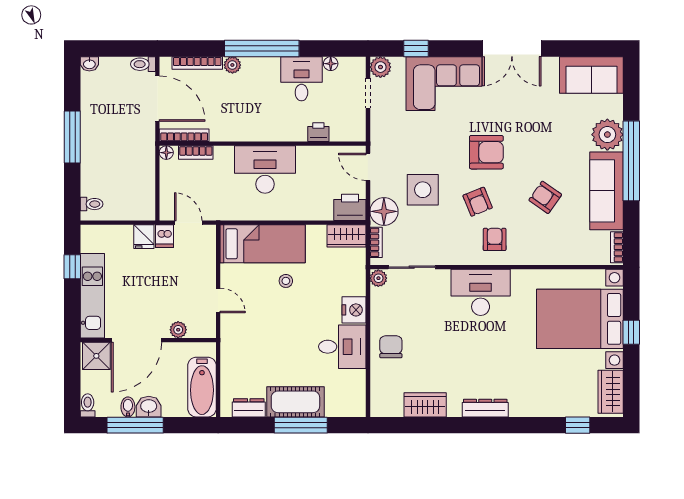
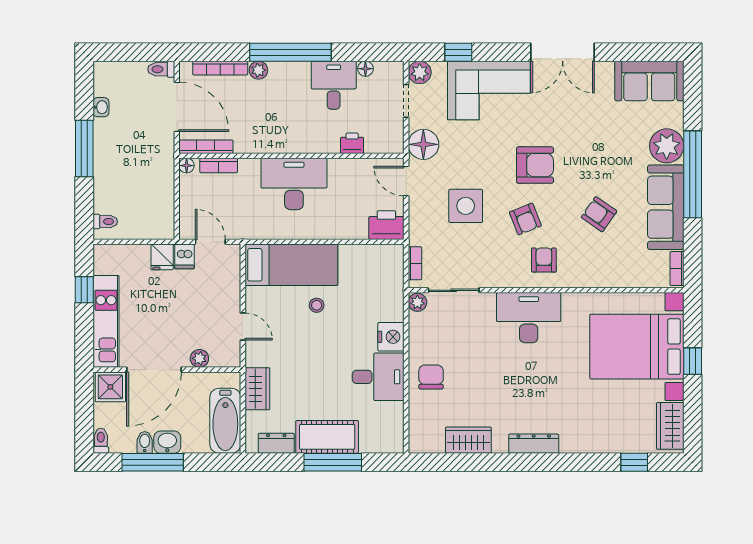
washbasin: (89, 64) -> (101, 107), moved, turned -90
floor lamp: (384, 211) -> (423, 144), moved
wardrobe: (347, 236) -> (257, 389), moved, turned -90

